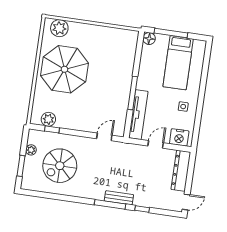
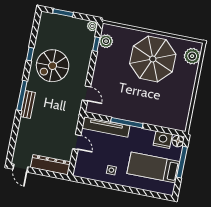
nightstand: (179, 137) -> (163, 140), moved, turned 90
plant: (31, 150) -> (92, 26), moved
spiral stairs: (60, 166) -> (53, 66), moved, turned -90
window: (142, 209) -> (30, 54), moved

